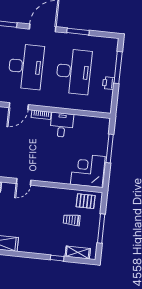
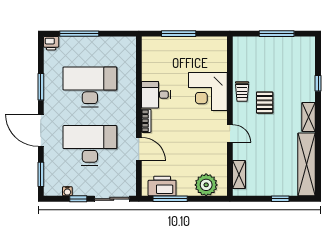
printer: (109, 83) -> (51, 43), moved
corner desk: (88, 170) -> (208, 92), moved
pallet: (86, 201) -> (265, 103), moved
trolley: (72, 220) -> (242, 91), moved
shelving: (78, 252) -> (309, 117), moved

